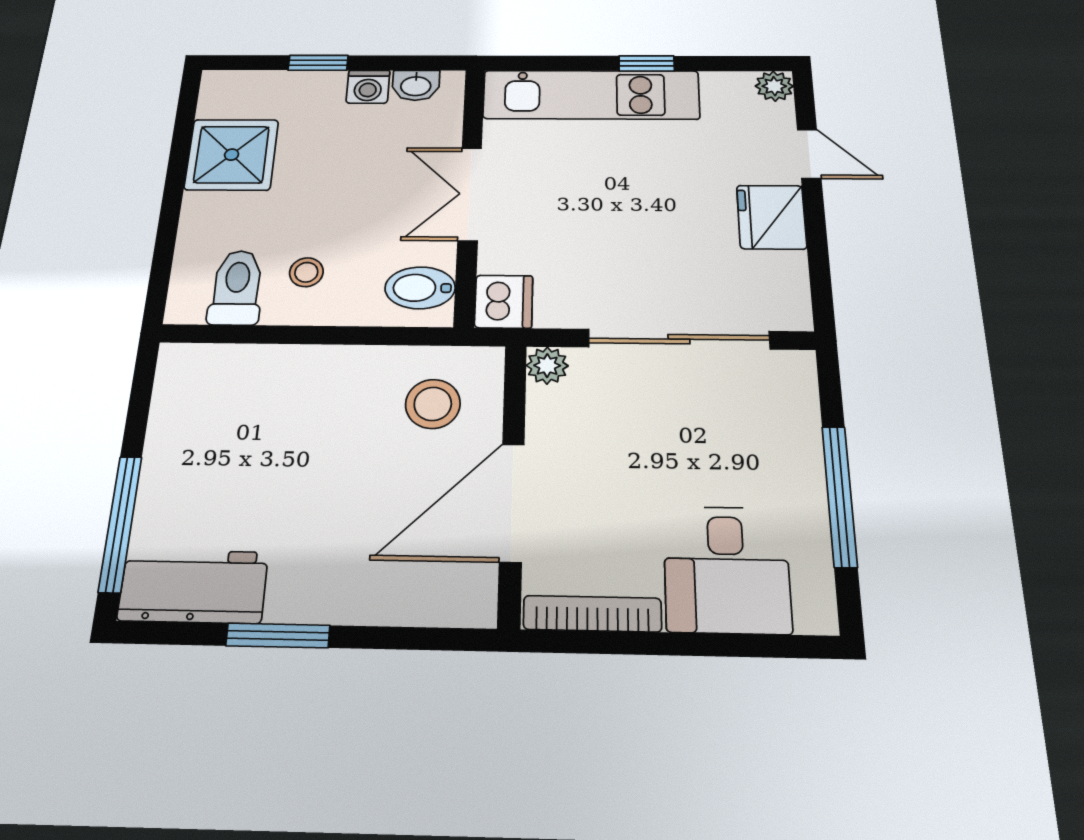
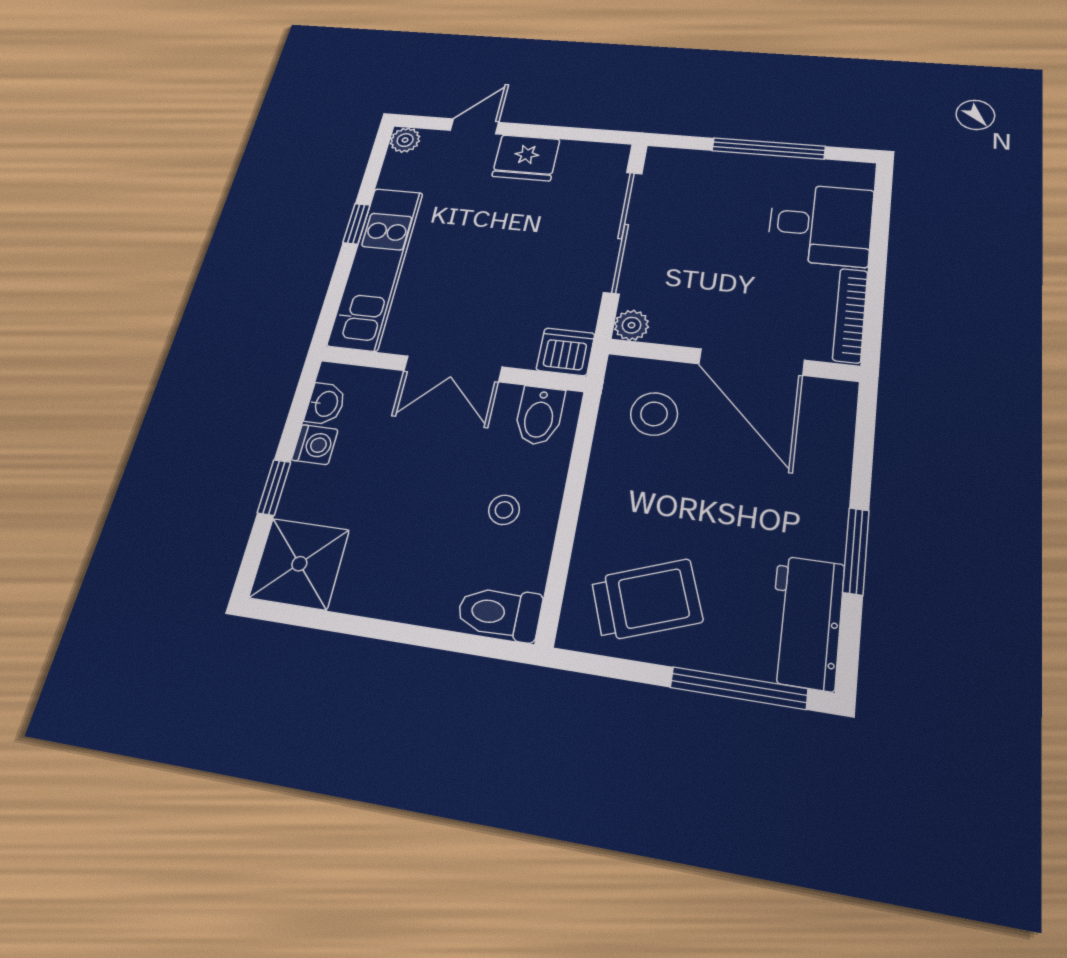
shower: (232, 155) -> (299, 564), moved
toilet: (237, 288) -> (499, 613), moved
trolley: (213, 423) -> (647, 600), added

